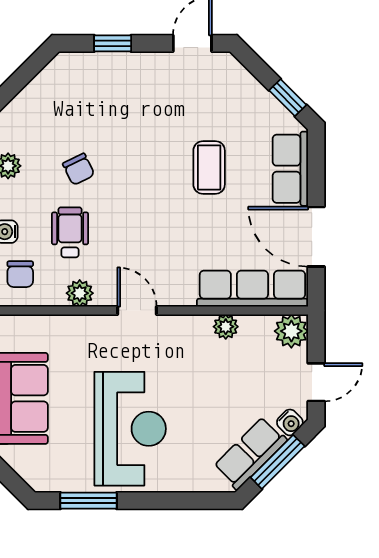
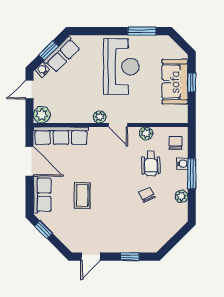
plant: (226, 327) -> (100, 117), moved
reception desk: (130, 429) -> (121, 67), turned 180
window: (278, 462) -> (49, 50), width x0.67

